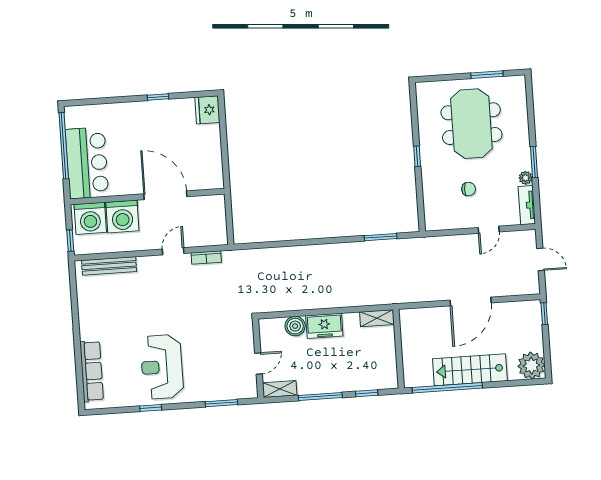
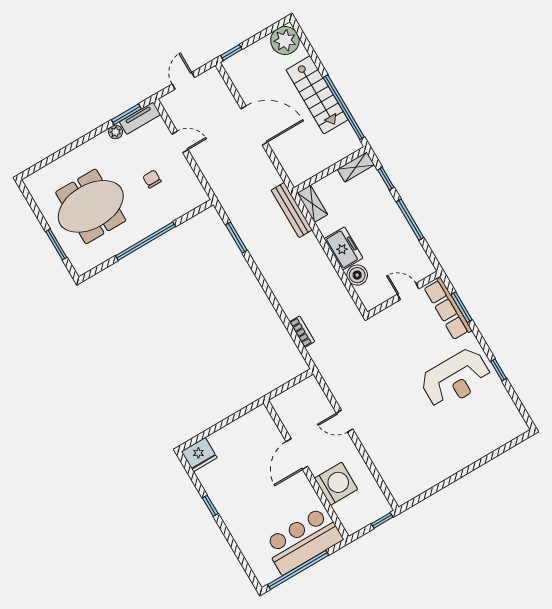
window: (487, 75) -> (56, 244), moved
window: (417, 156) -> (146, 241), width x3.17
window: (534, 162) -> (126, 114), moved
door: (165, 195) -> (297, 454), width x0.73
washing machine: (90, 218) -> (352, 512), removed
bookcase: (206, 258) -> (302, 332), moved
bench: (109, 266) -> (292, 210), moved
row of seats: (92, 371) -> (448, 309), moved, turned -90
shelving: (280, 389) -> (356, 167), moved, turned 90

